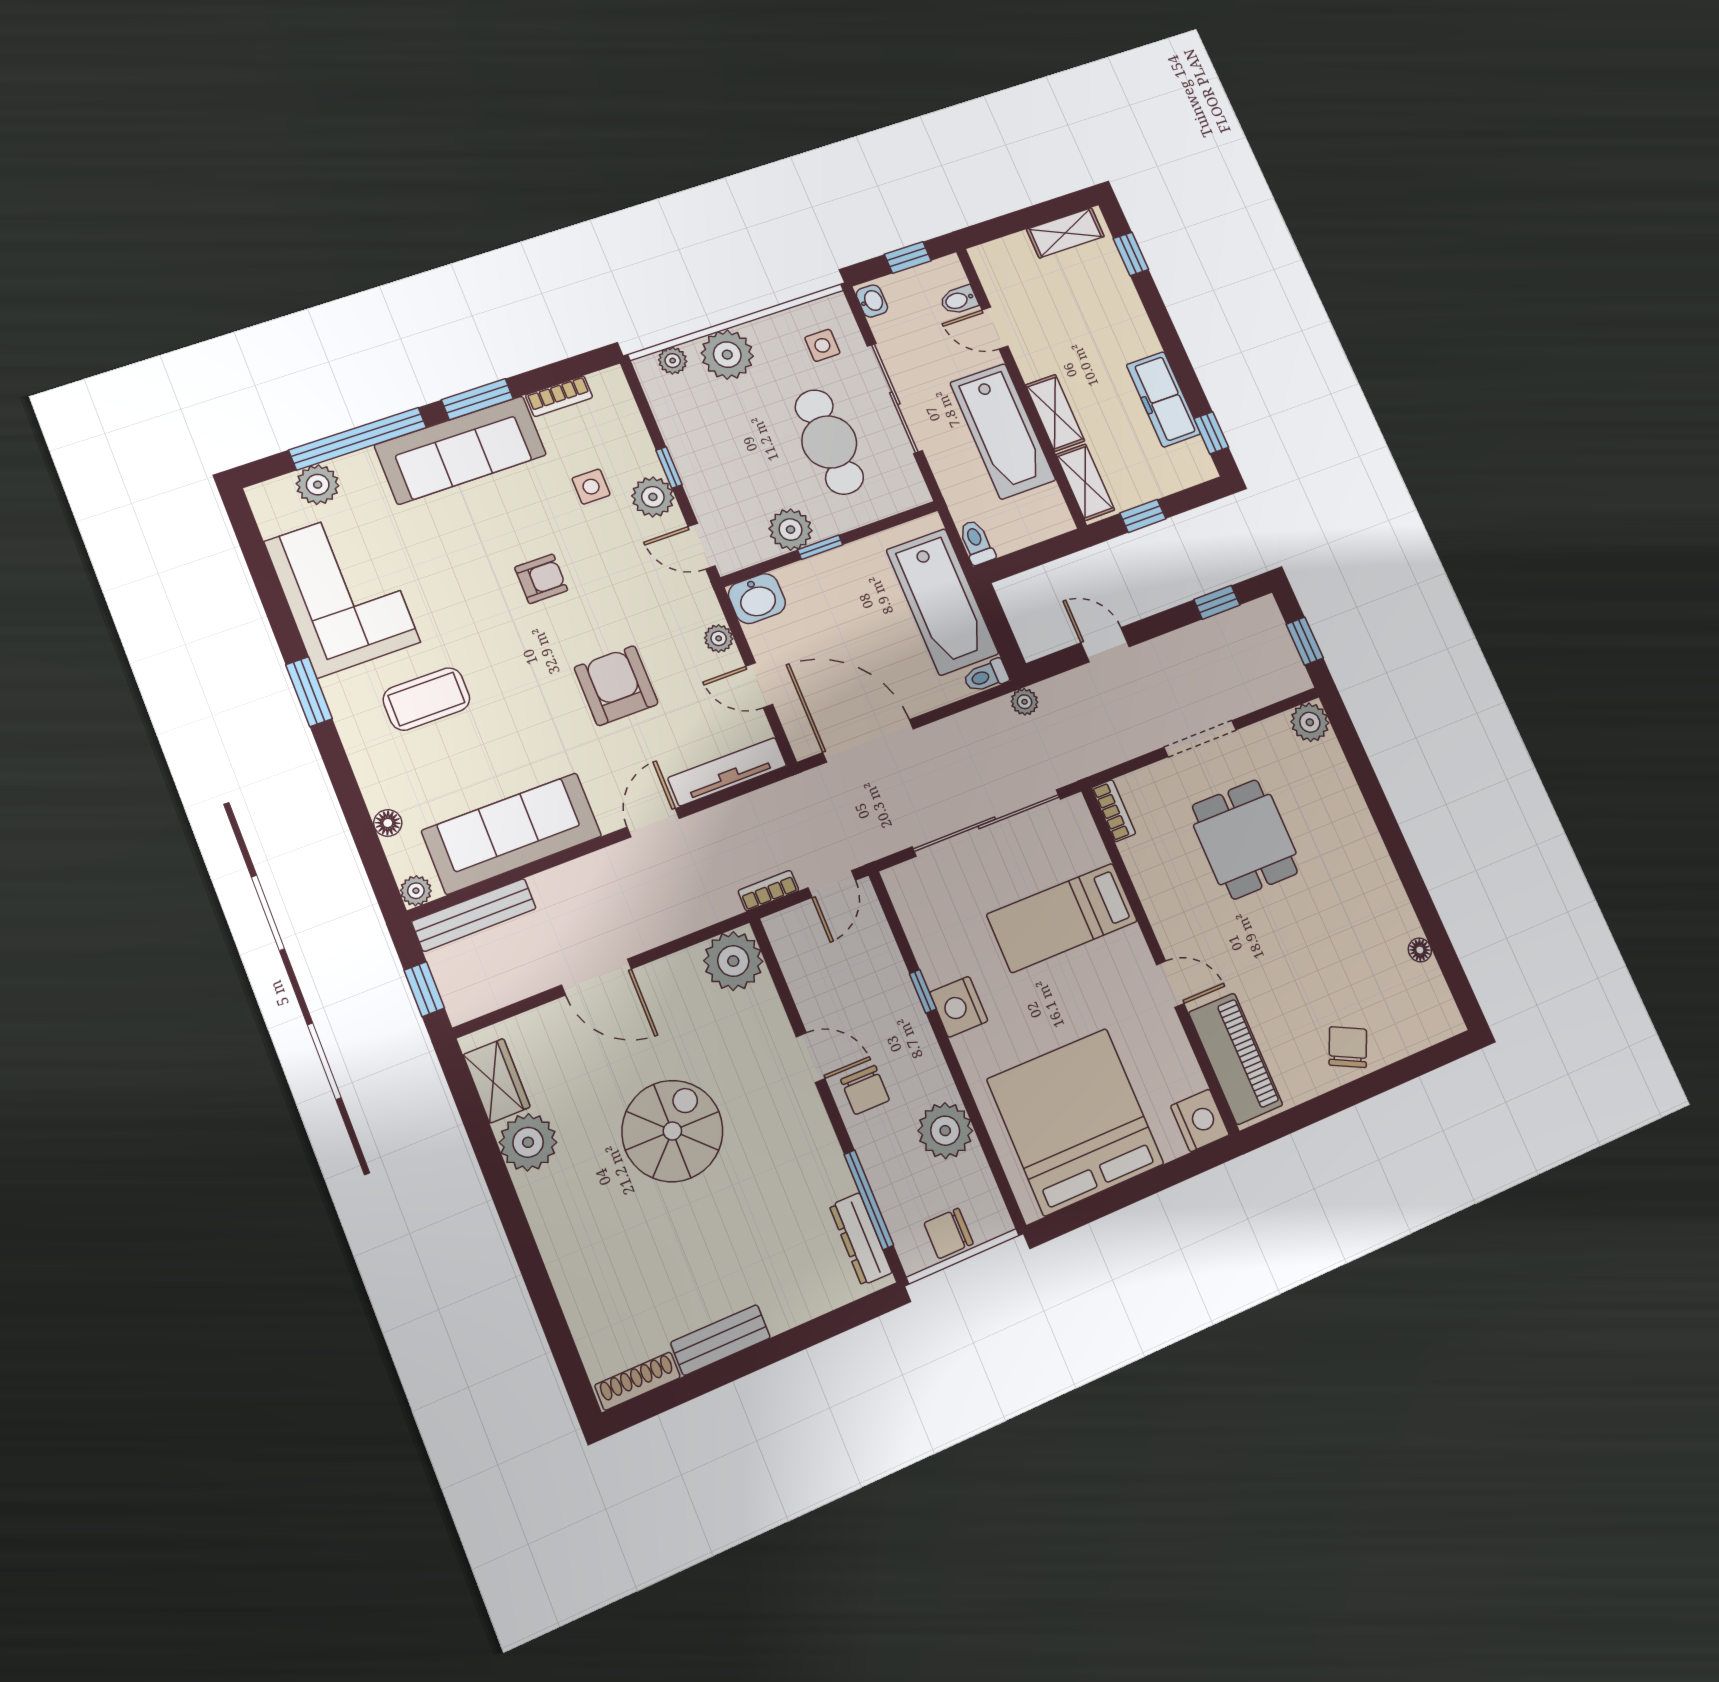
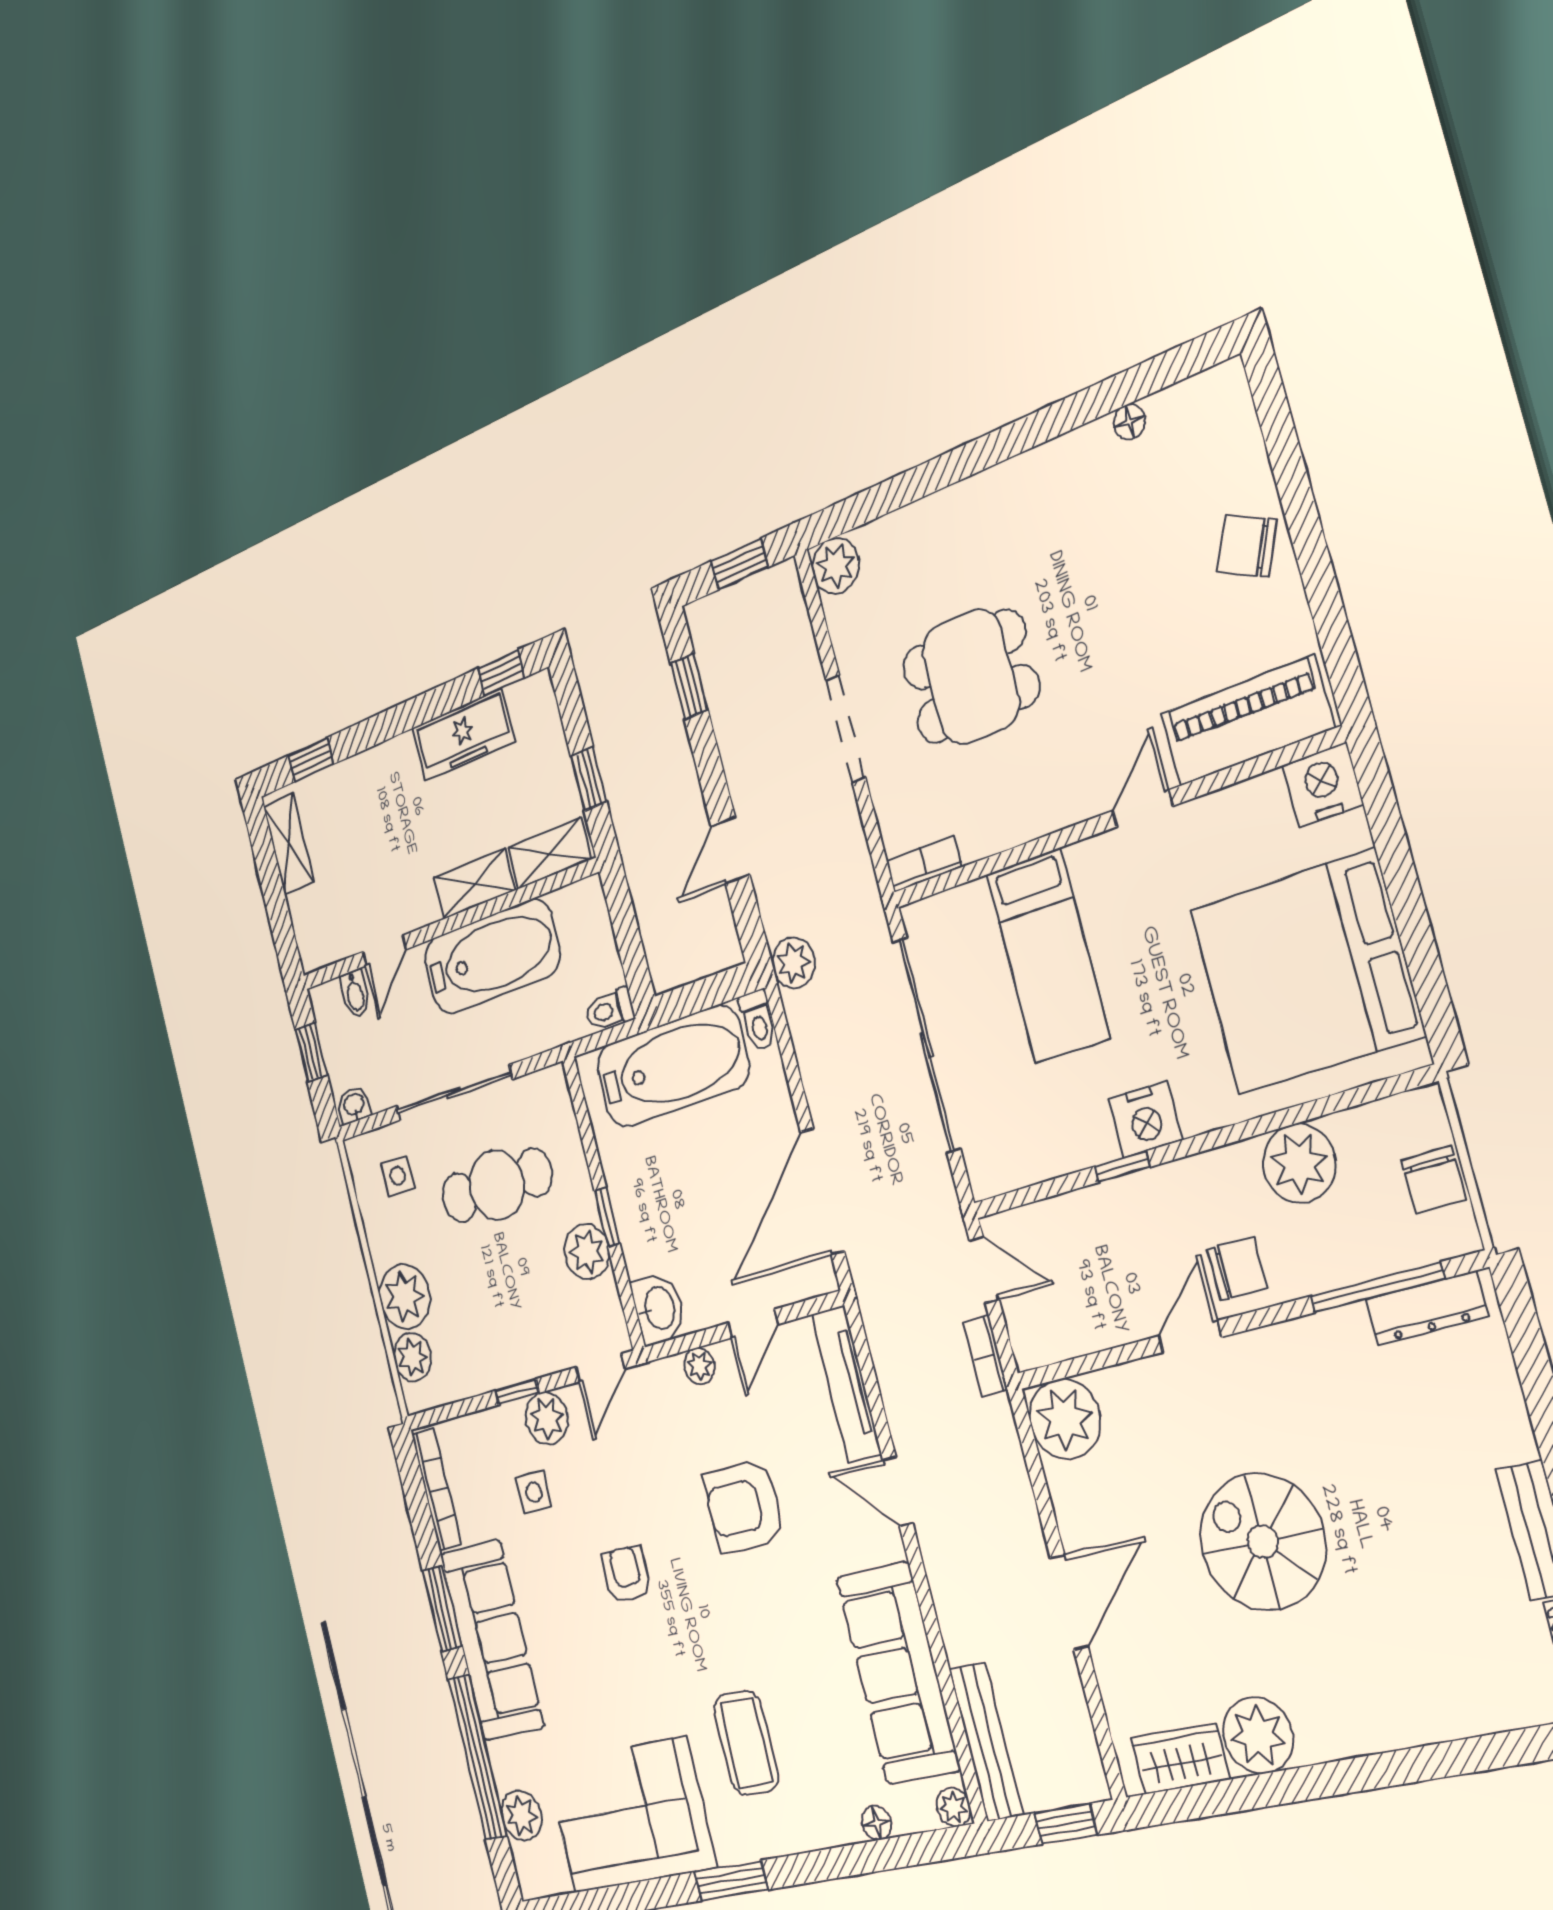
plant: (673, 361) -> (412, 1357), width x1.38, depth x1.38
bookcase: (559, 396) -> (437, 1489), width x1.56
plant: (1025, 702) -> (793, 963), width x1.38, depth x1.38

